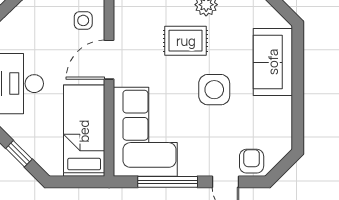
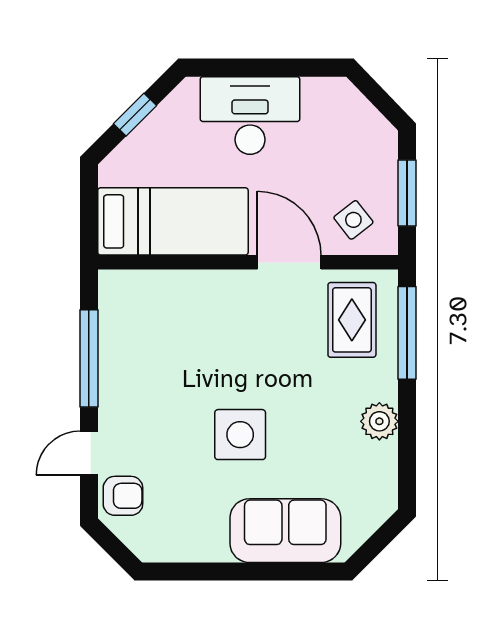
side table: (83, 20) -> (353, 220), turned -38
rug: (186, 41) -> (352, 320), moved
corner sofa: (145, 132) -> (171, 322), removed

